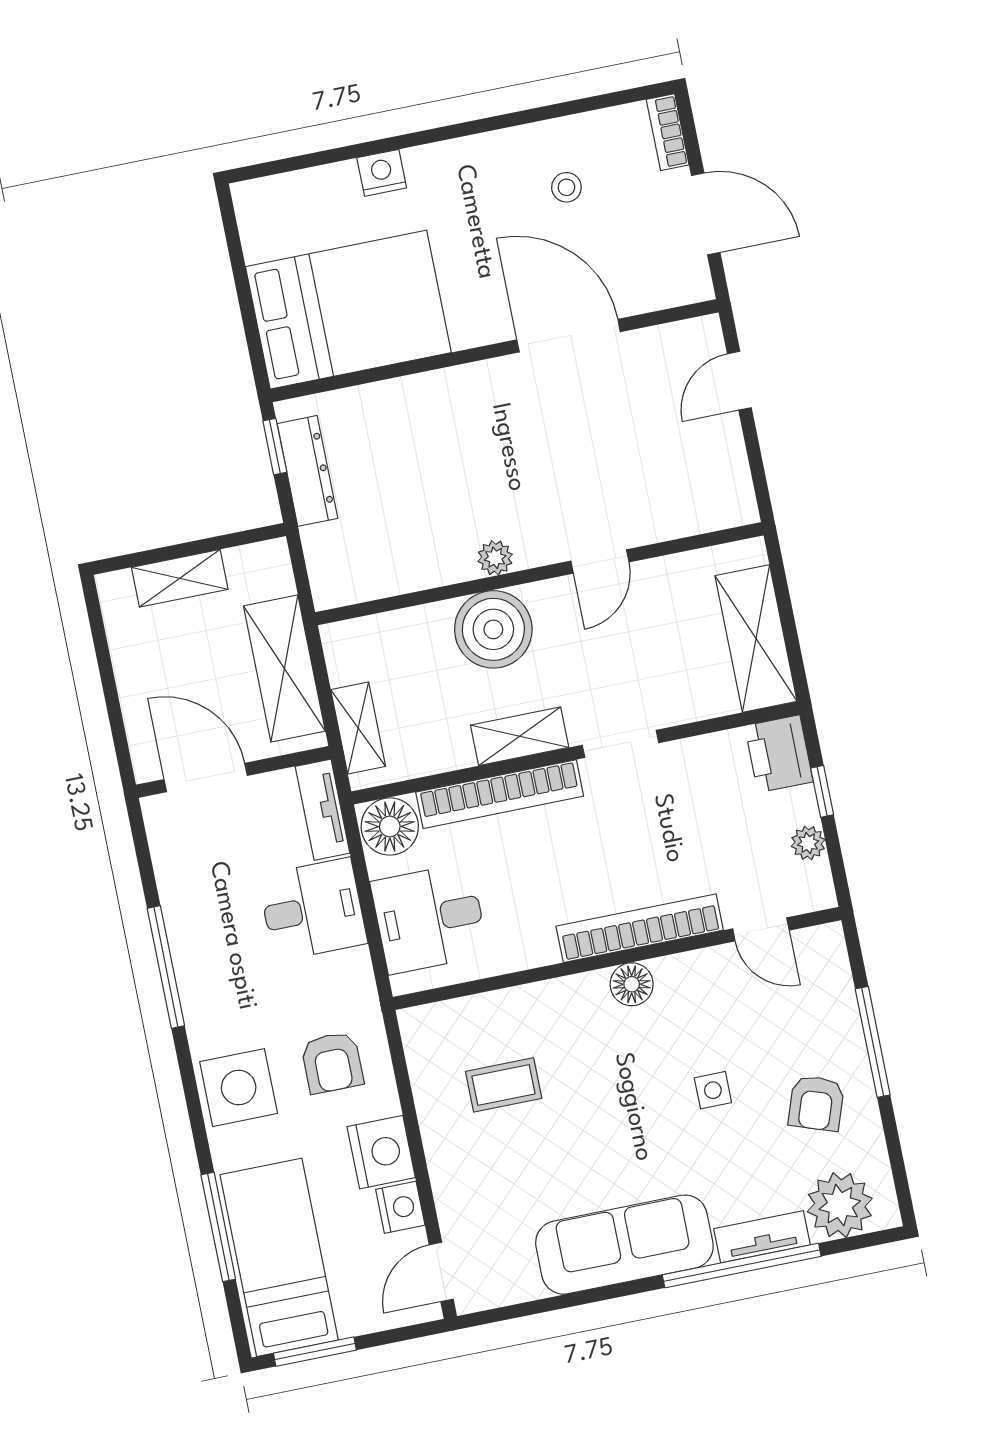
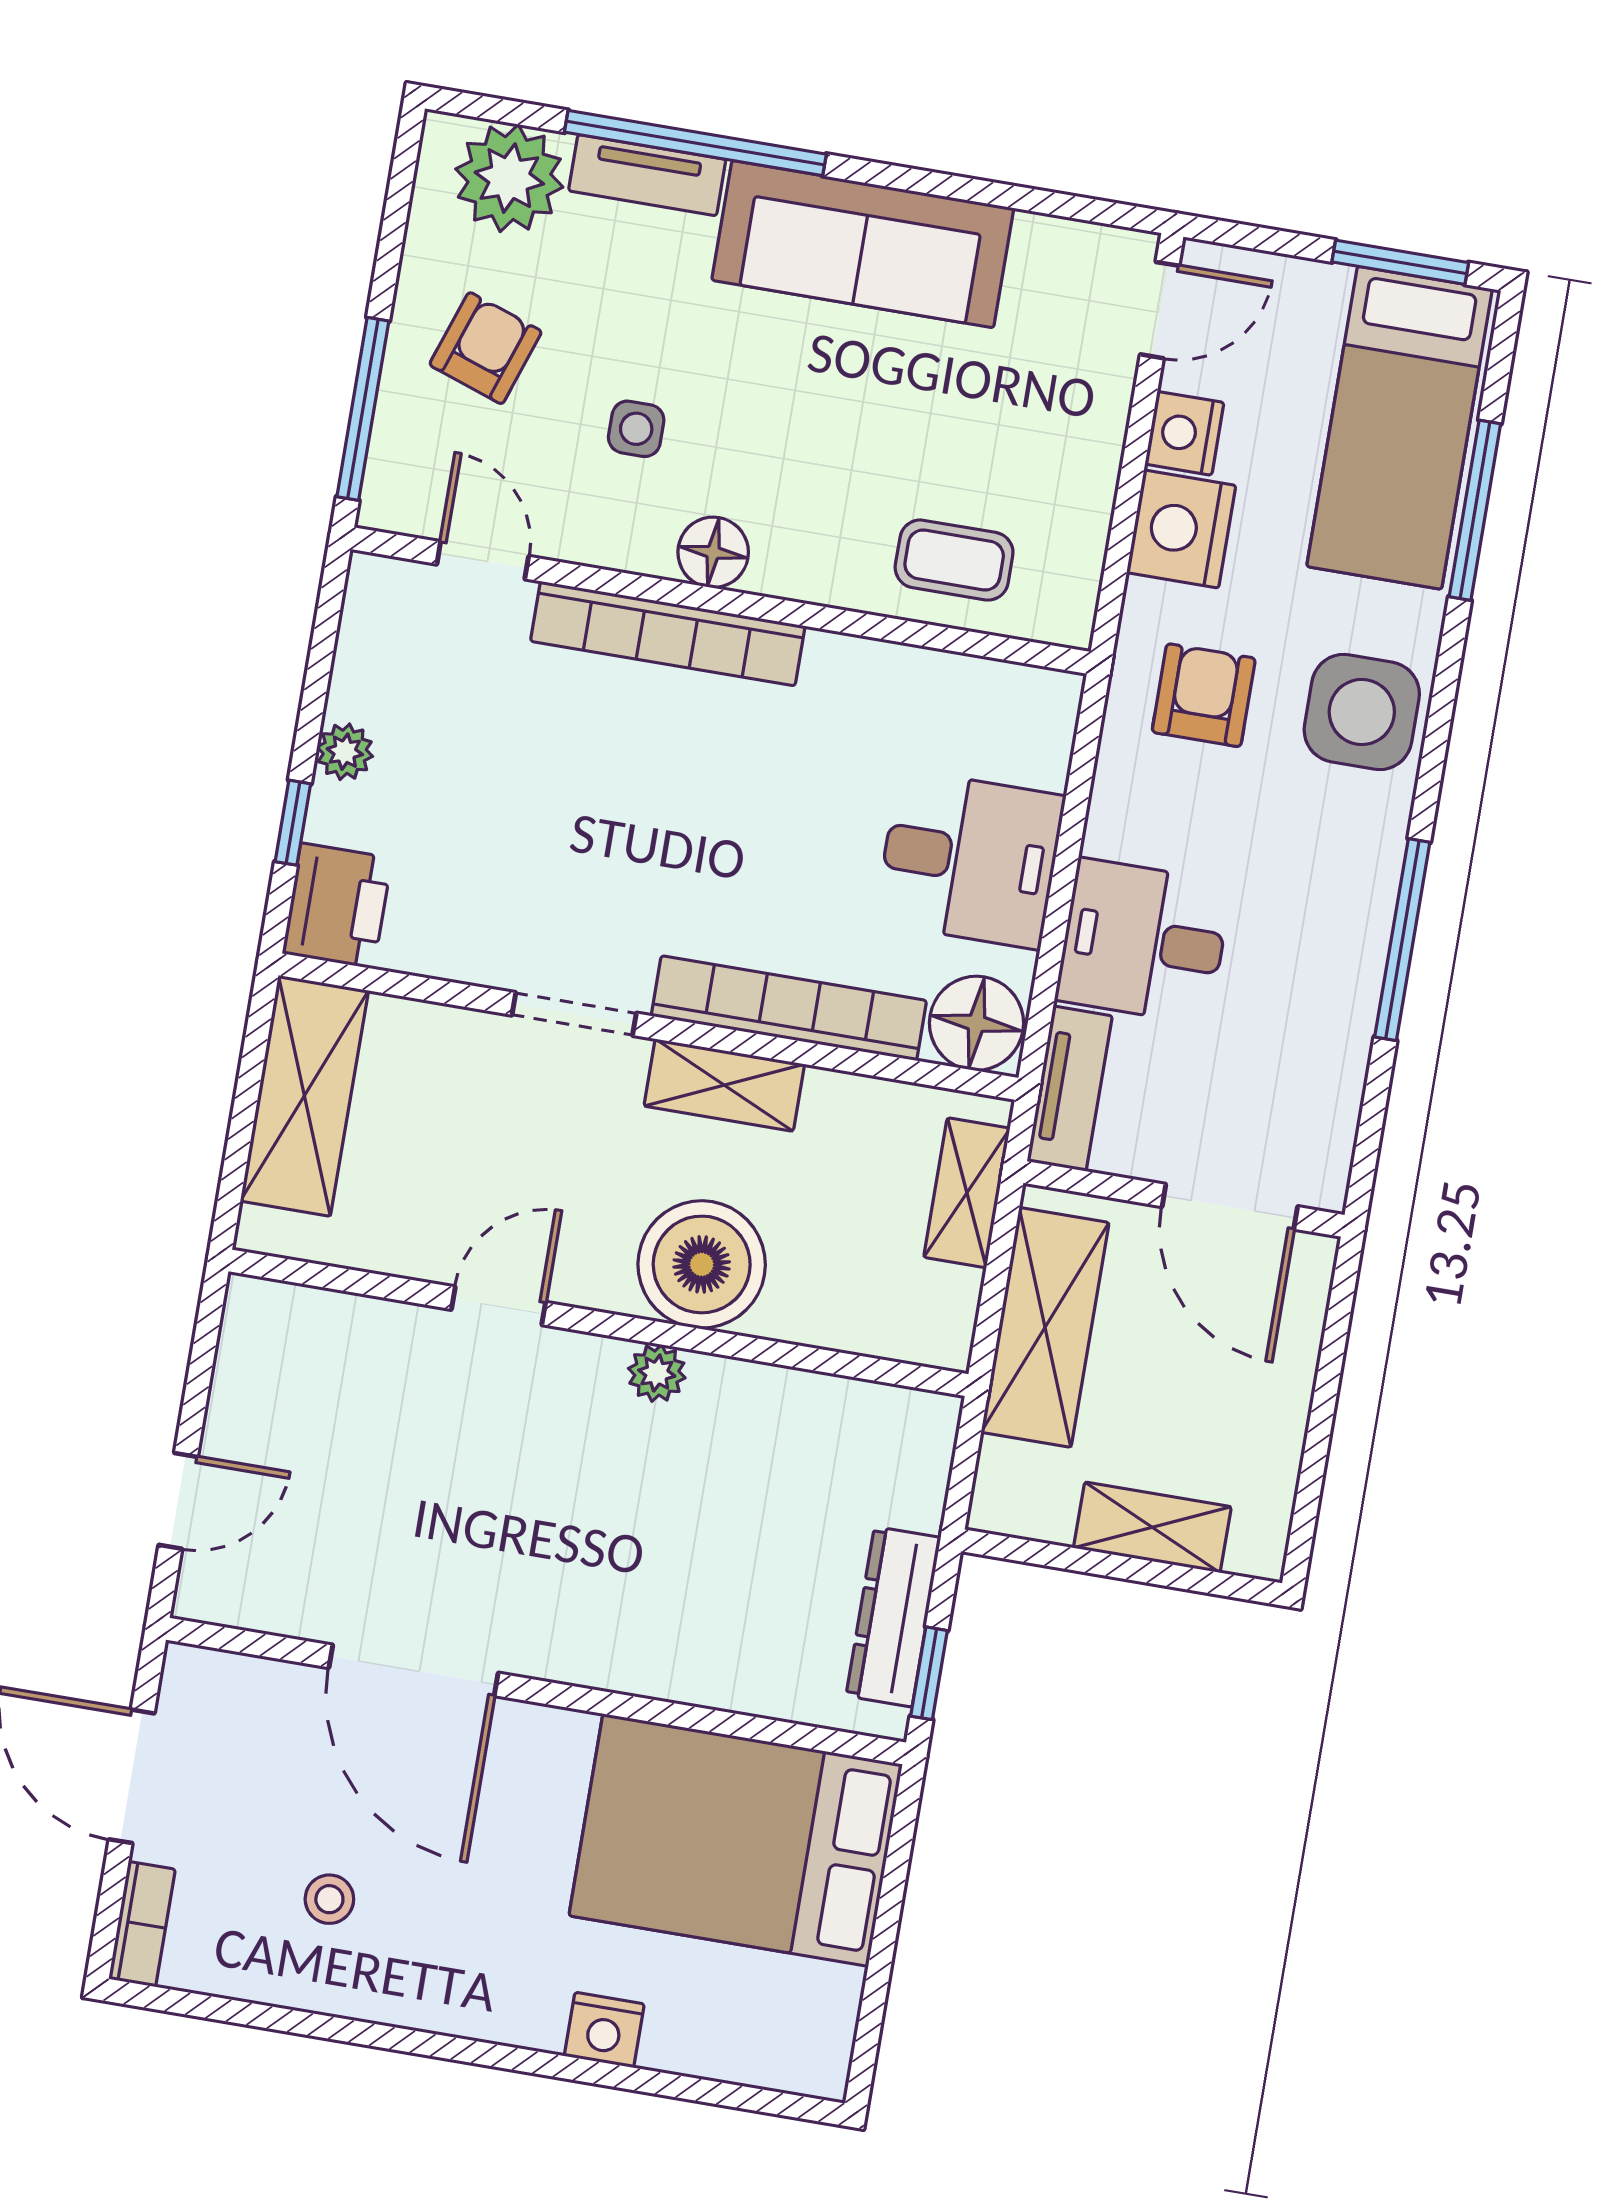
bookcase: (640, 928) -> (668, 634), moved
door: (761, 929) -> (483, 560), moved
wall: (617, 959) -> (721, 600), moved
floor lamp: (632, 984) -> (713, 552), moved

